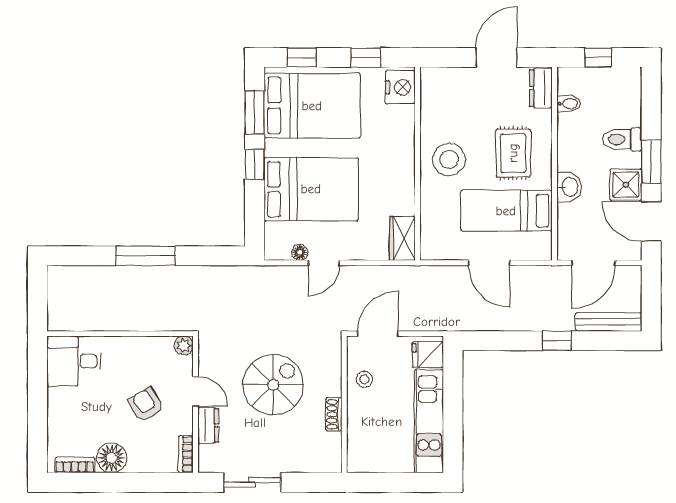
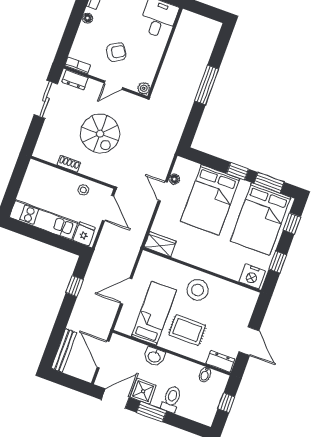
window: (557, 341) -> (75, 286), moved
dresser: (208, 425) -> (75, 80), moved
floor lamp: (112, 458) -> (87, 18), width x0.53, depth x0.53

